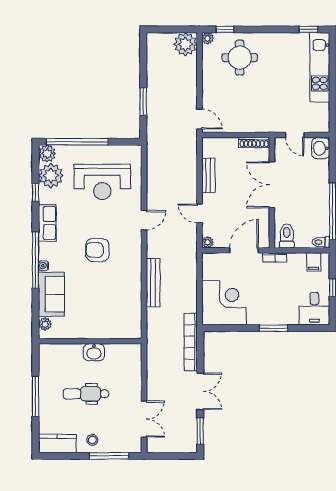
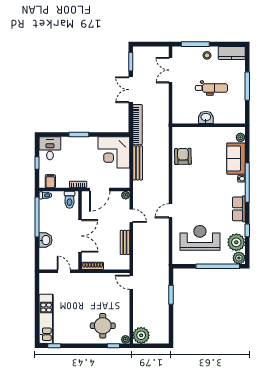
washbasin: (321, 148) -> (45, 240), moved
armchair: (97, 250) -> (183, 156), moved, turned -91
bench: (153, 283) -> (138, 163), moved

